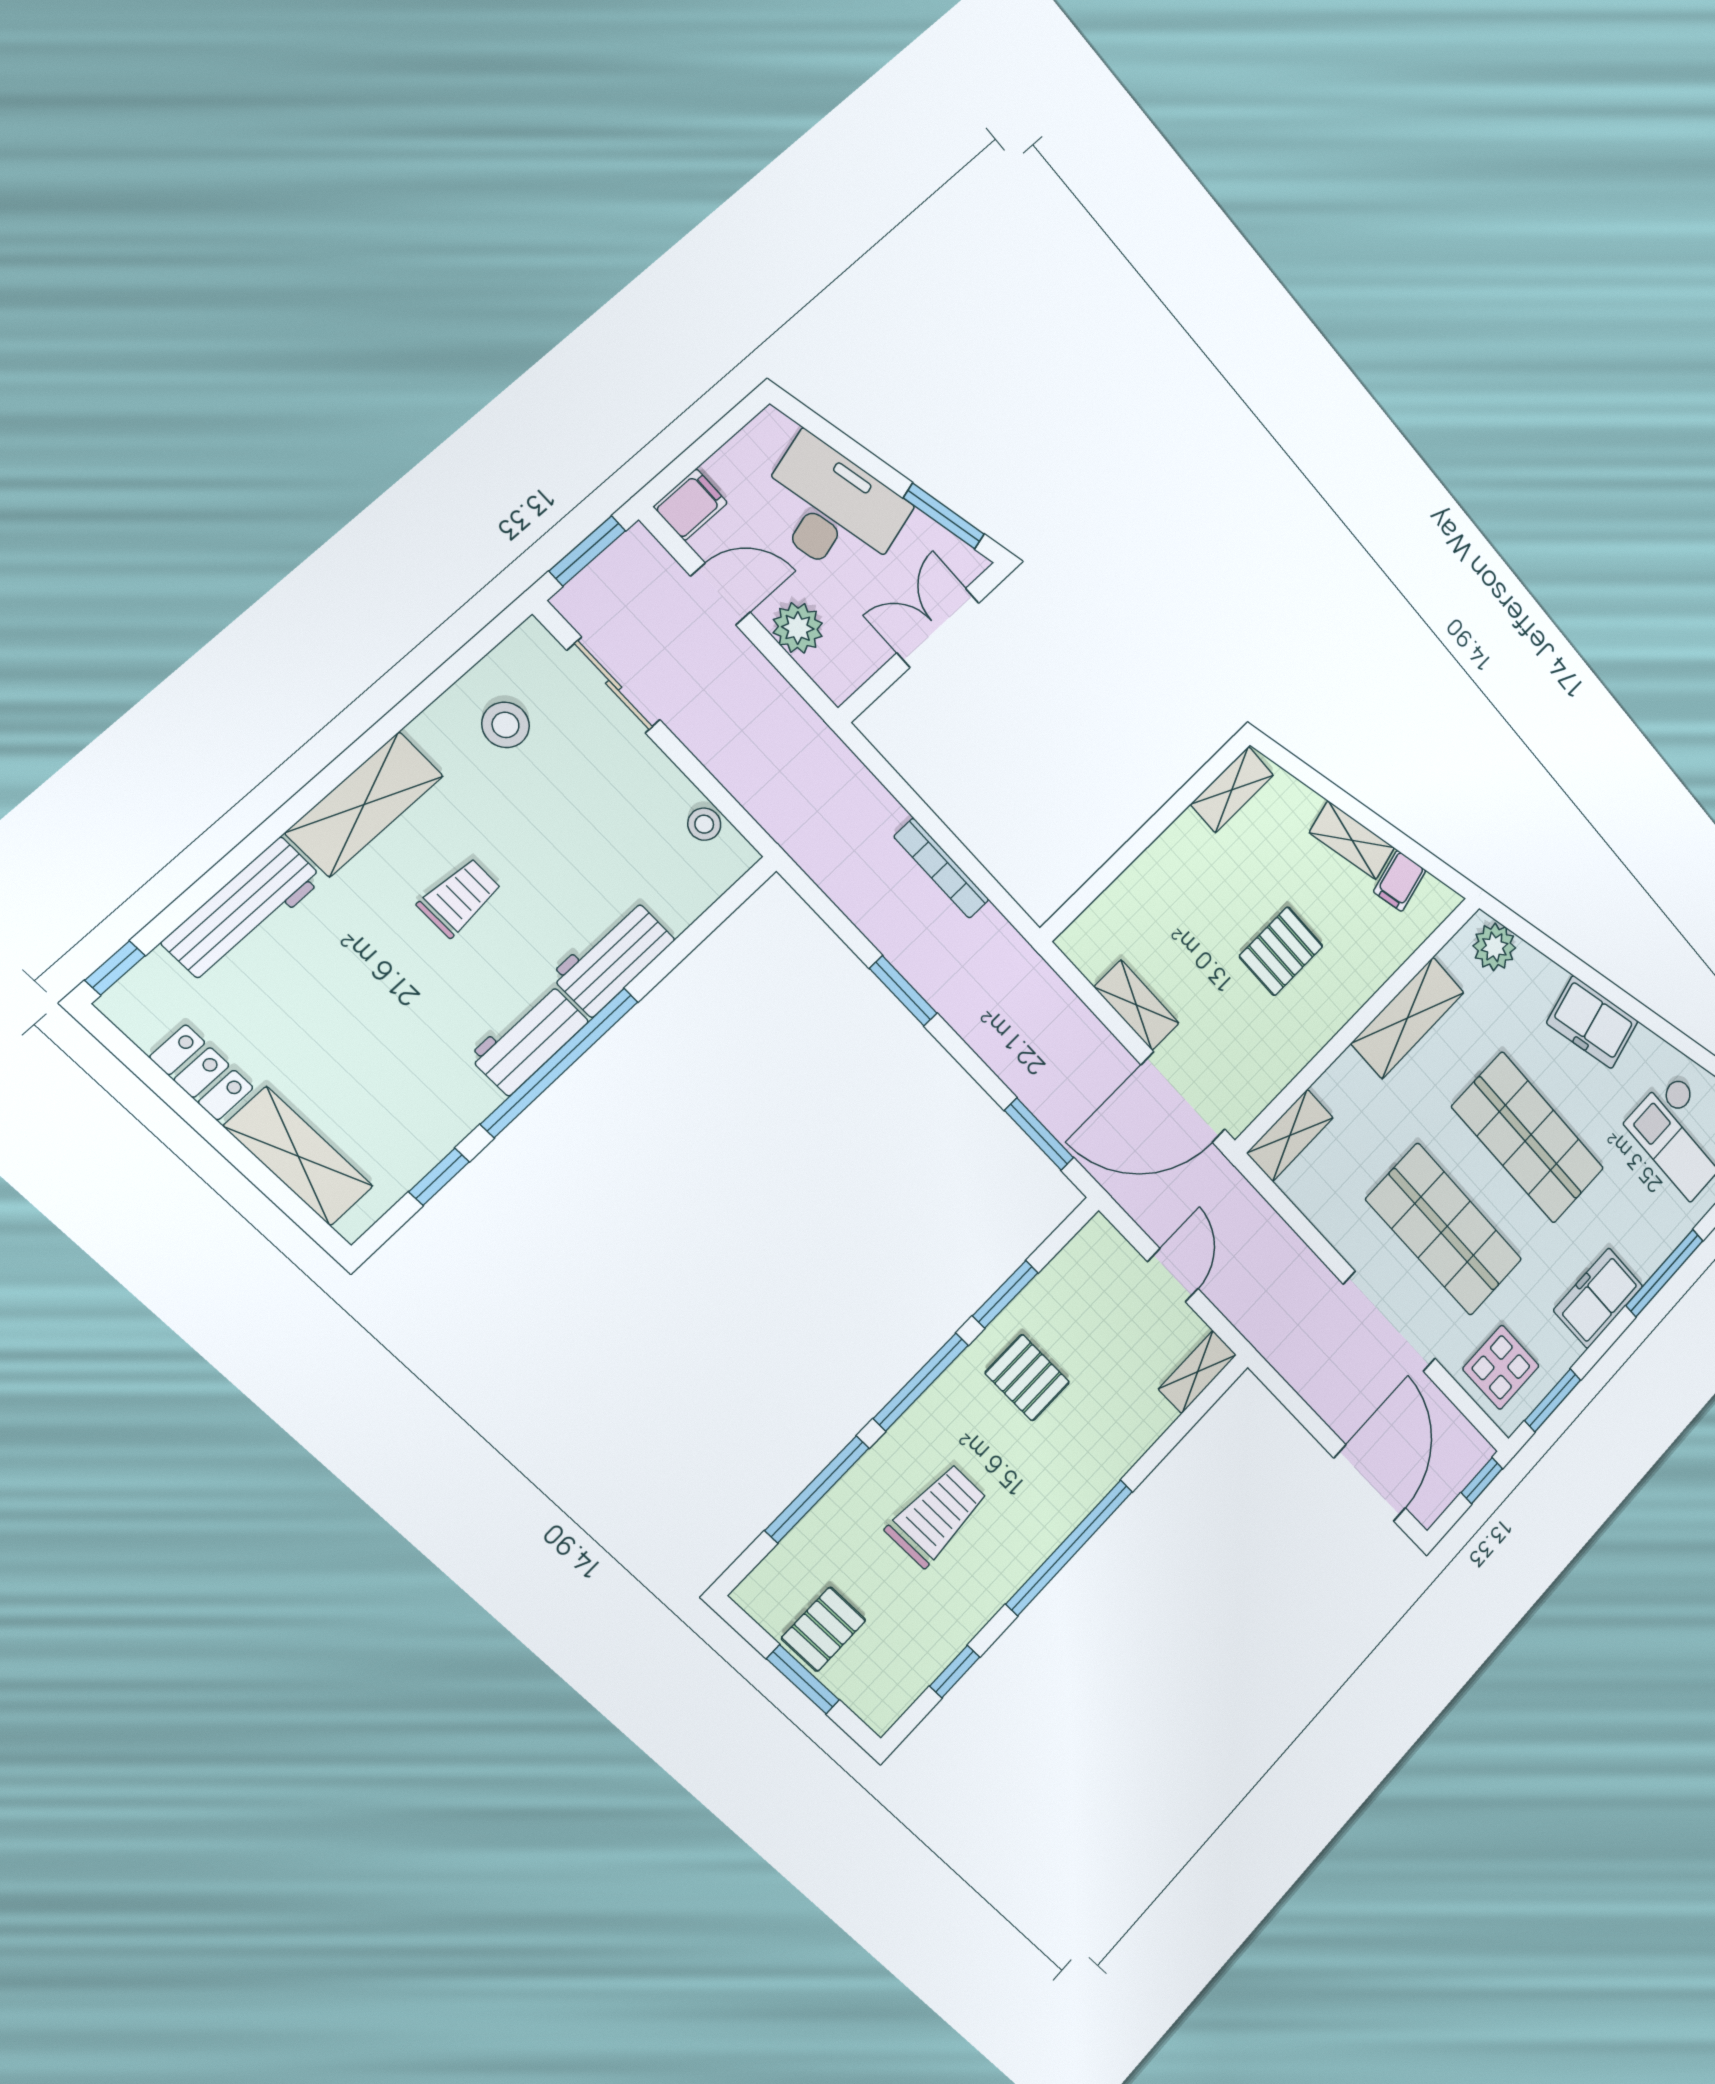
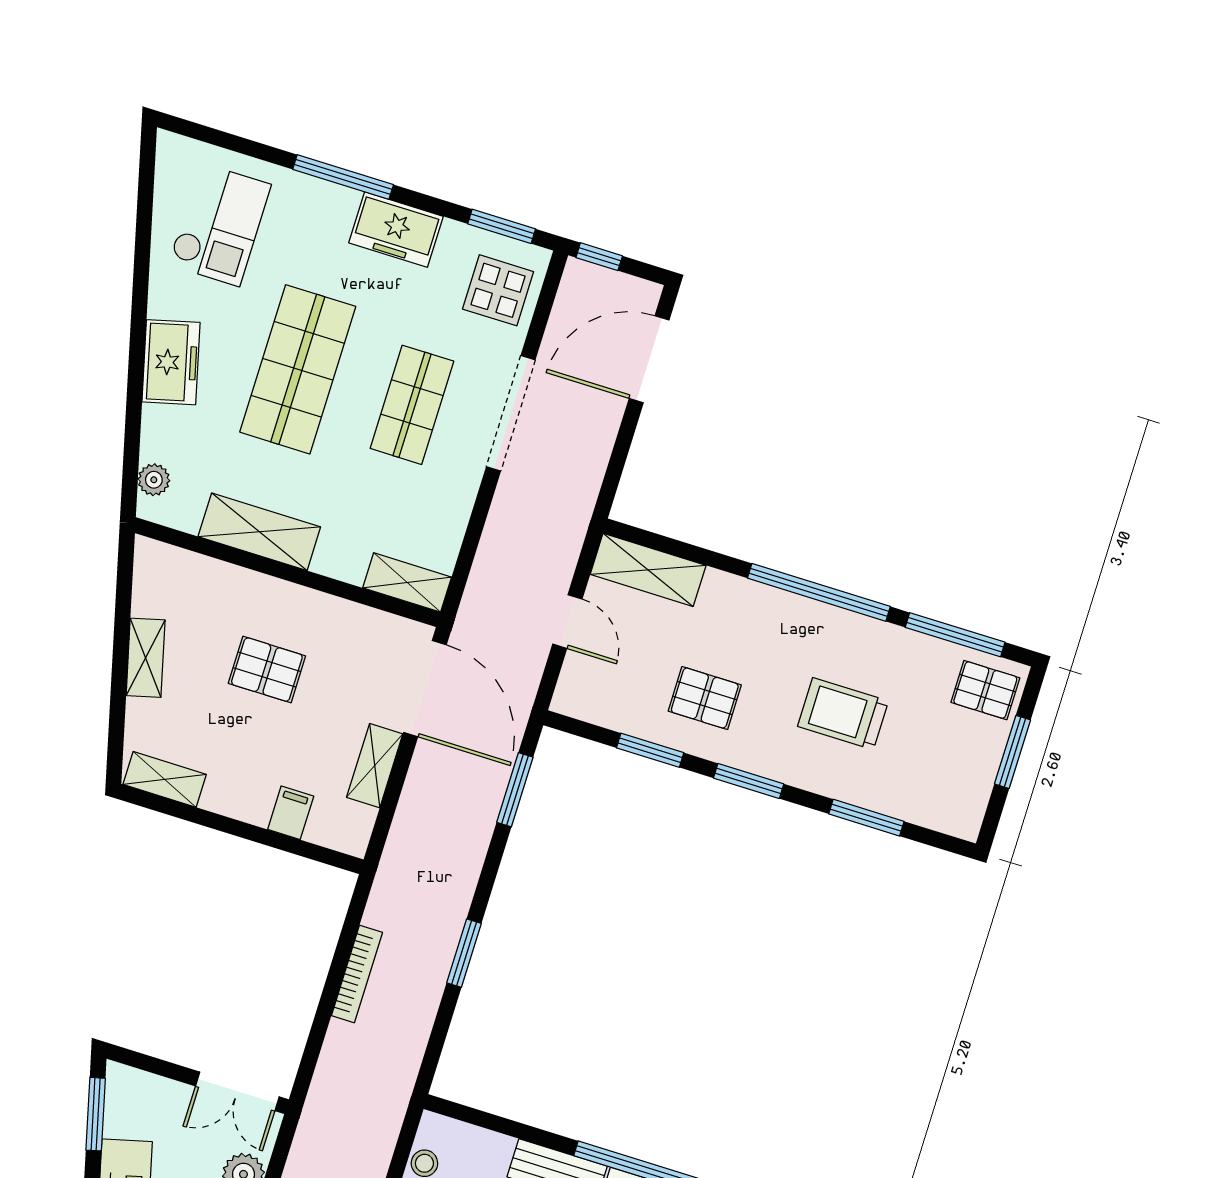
double door: (938, 628) -> (237, 1091), moved
filing cabinet: (1400, 881) -> (291, 813), moved, turned -76
plant: (1494, 947) -> (154, 480), width x0.73, depth x0.73
shop shelf: (1444, 1229) -> (412, 405), width x0.70, depth x0.74
door: (1173, 1275) -> (567, 622), swing flipped
shelving: (1197, 1372) -> (648, 570), width x1.50, depth x1.33
pallet: (1027, 1378) -> (705, 698), turned 90
window: (921, 1382) -> (749, 781), width x0.69
window: (817, 1489) -> (866, 818), width x0.69
pallet: (824, 1629) -> (985, 690), moved
window: (955, 1672) -> (955, 635), width x2.17

